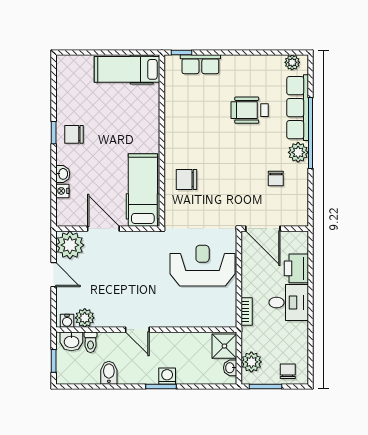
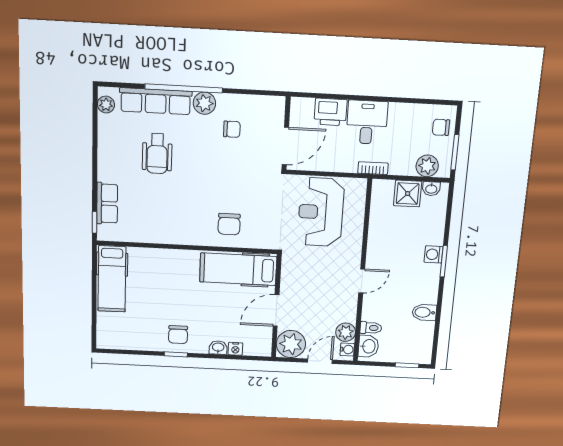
plant: (85, 318) -> (346, 332), moved
water cooler: (67, 321) -> (347, 349), moved
door: (137, 330) -> (362, 281), moved
wall: (146, 330) -> (362, 272), moved
washbasin: (71, 341) -> (368, 346), moved
toilet: (90, 342) -> (371, 328), moved

